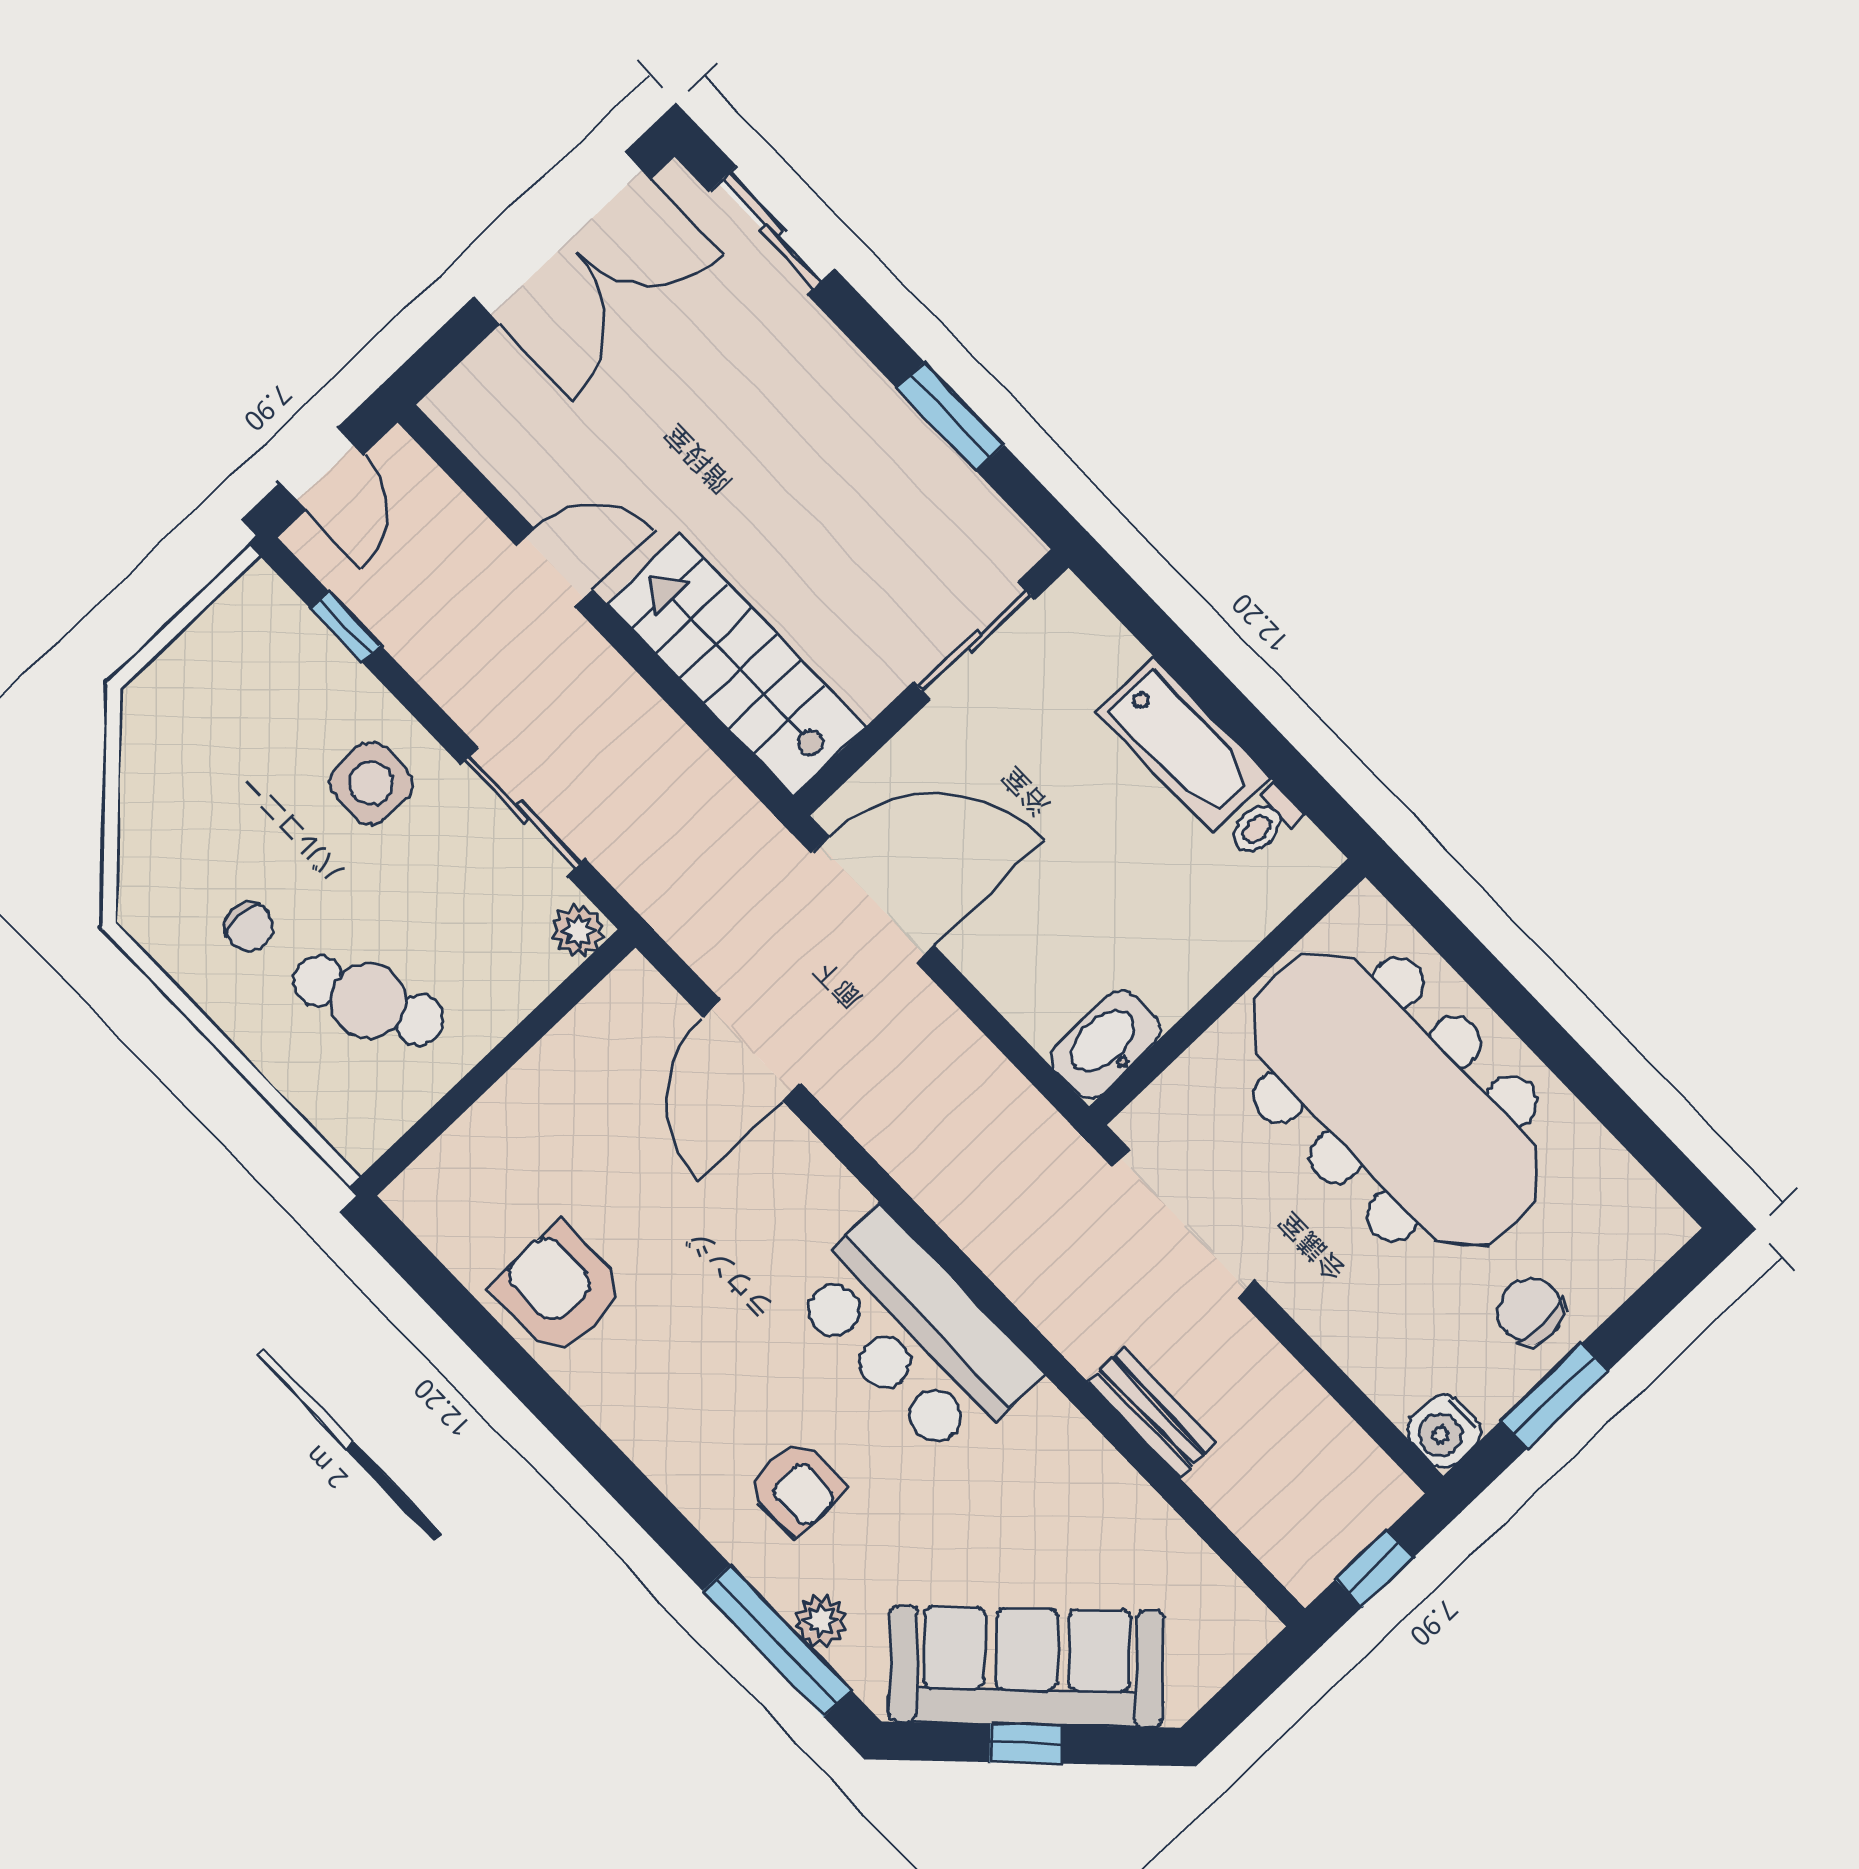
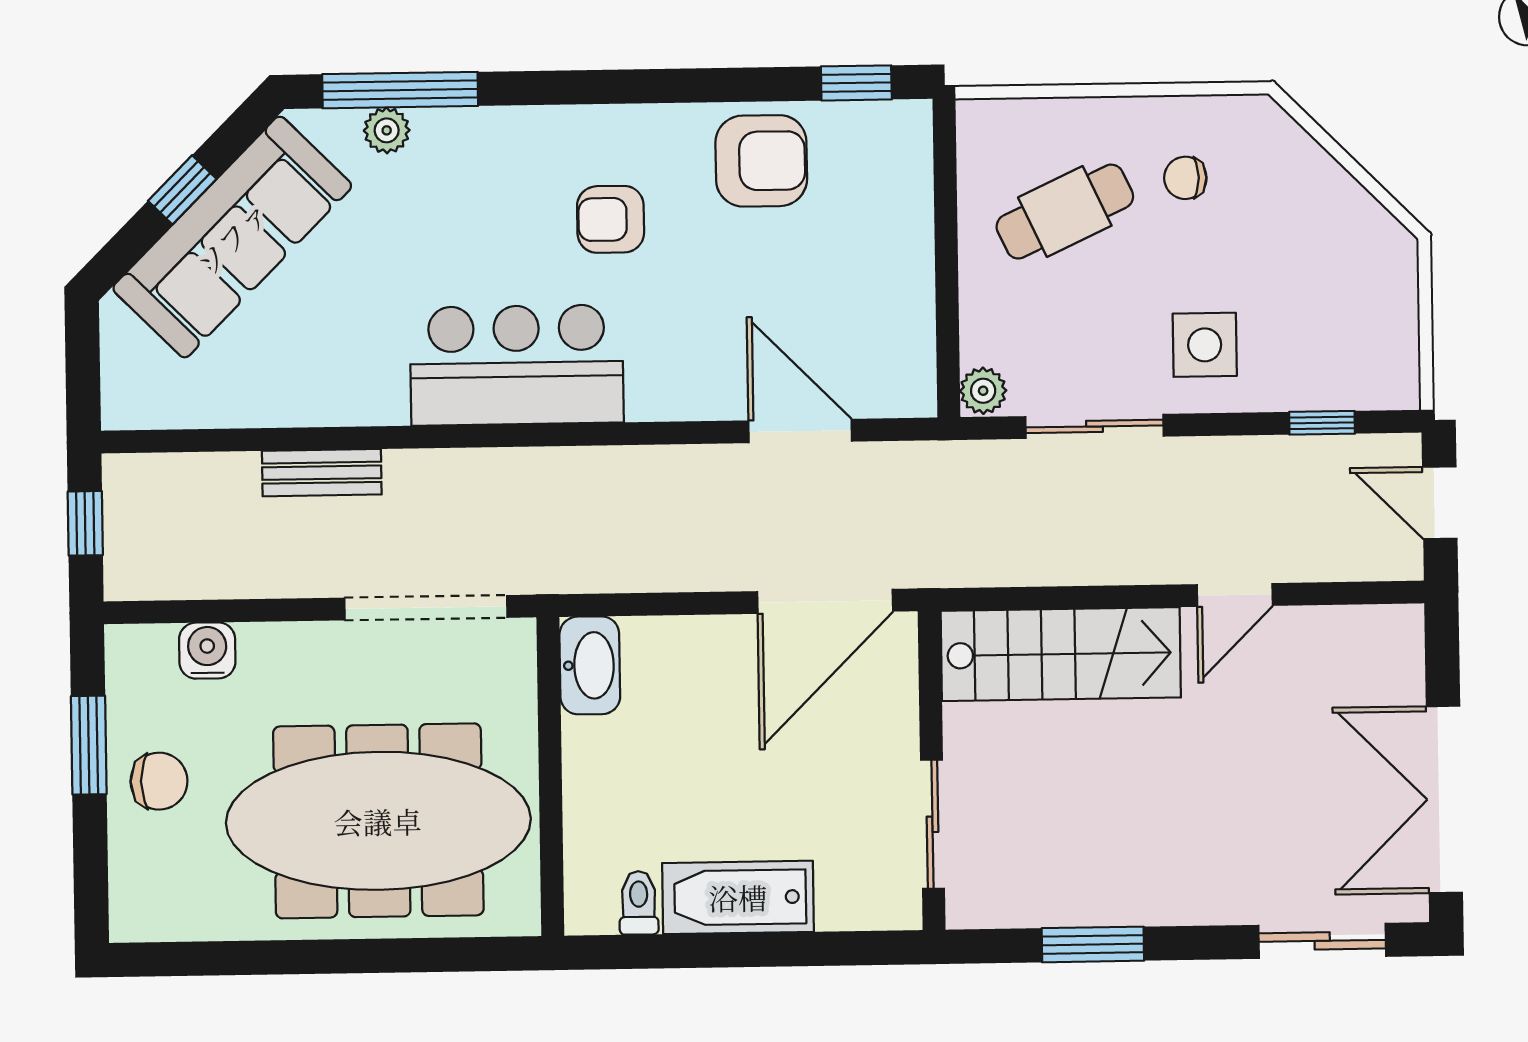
window: (422, 1270) -> (856, 83), added
water cooler: (1444, 1431) -> (207, 651), moved
armchair: (796, 1487) -> (611, 219), moved

